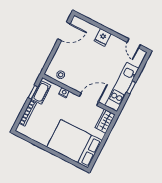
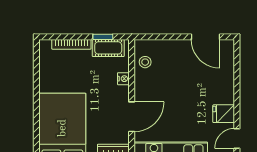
fridge: (103, 37) -> (224, 114), moved
door: (89, 99) -> (132, 117), hinge flipped

